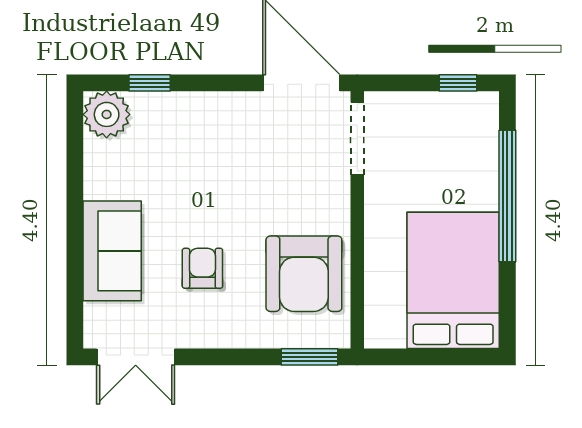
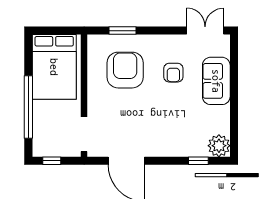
doorway: (357, 139) -> (84, 134), moved
wall: (357, 220) -> (84, 96), moved

